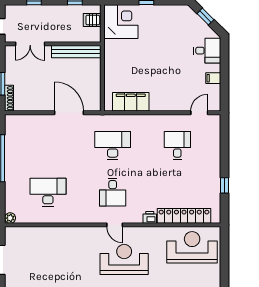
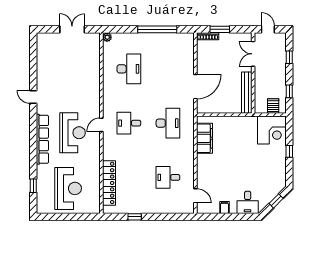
desk: (177, 145) -> (168, 177), turned 180
printer: (150, 217) -> (108, 154), removed
reception desk: (192, 247) -> (68, 188), moved

